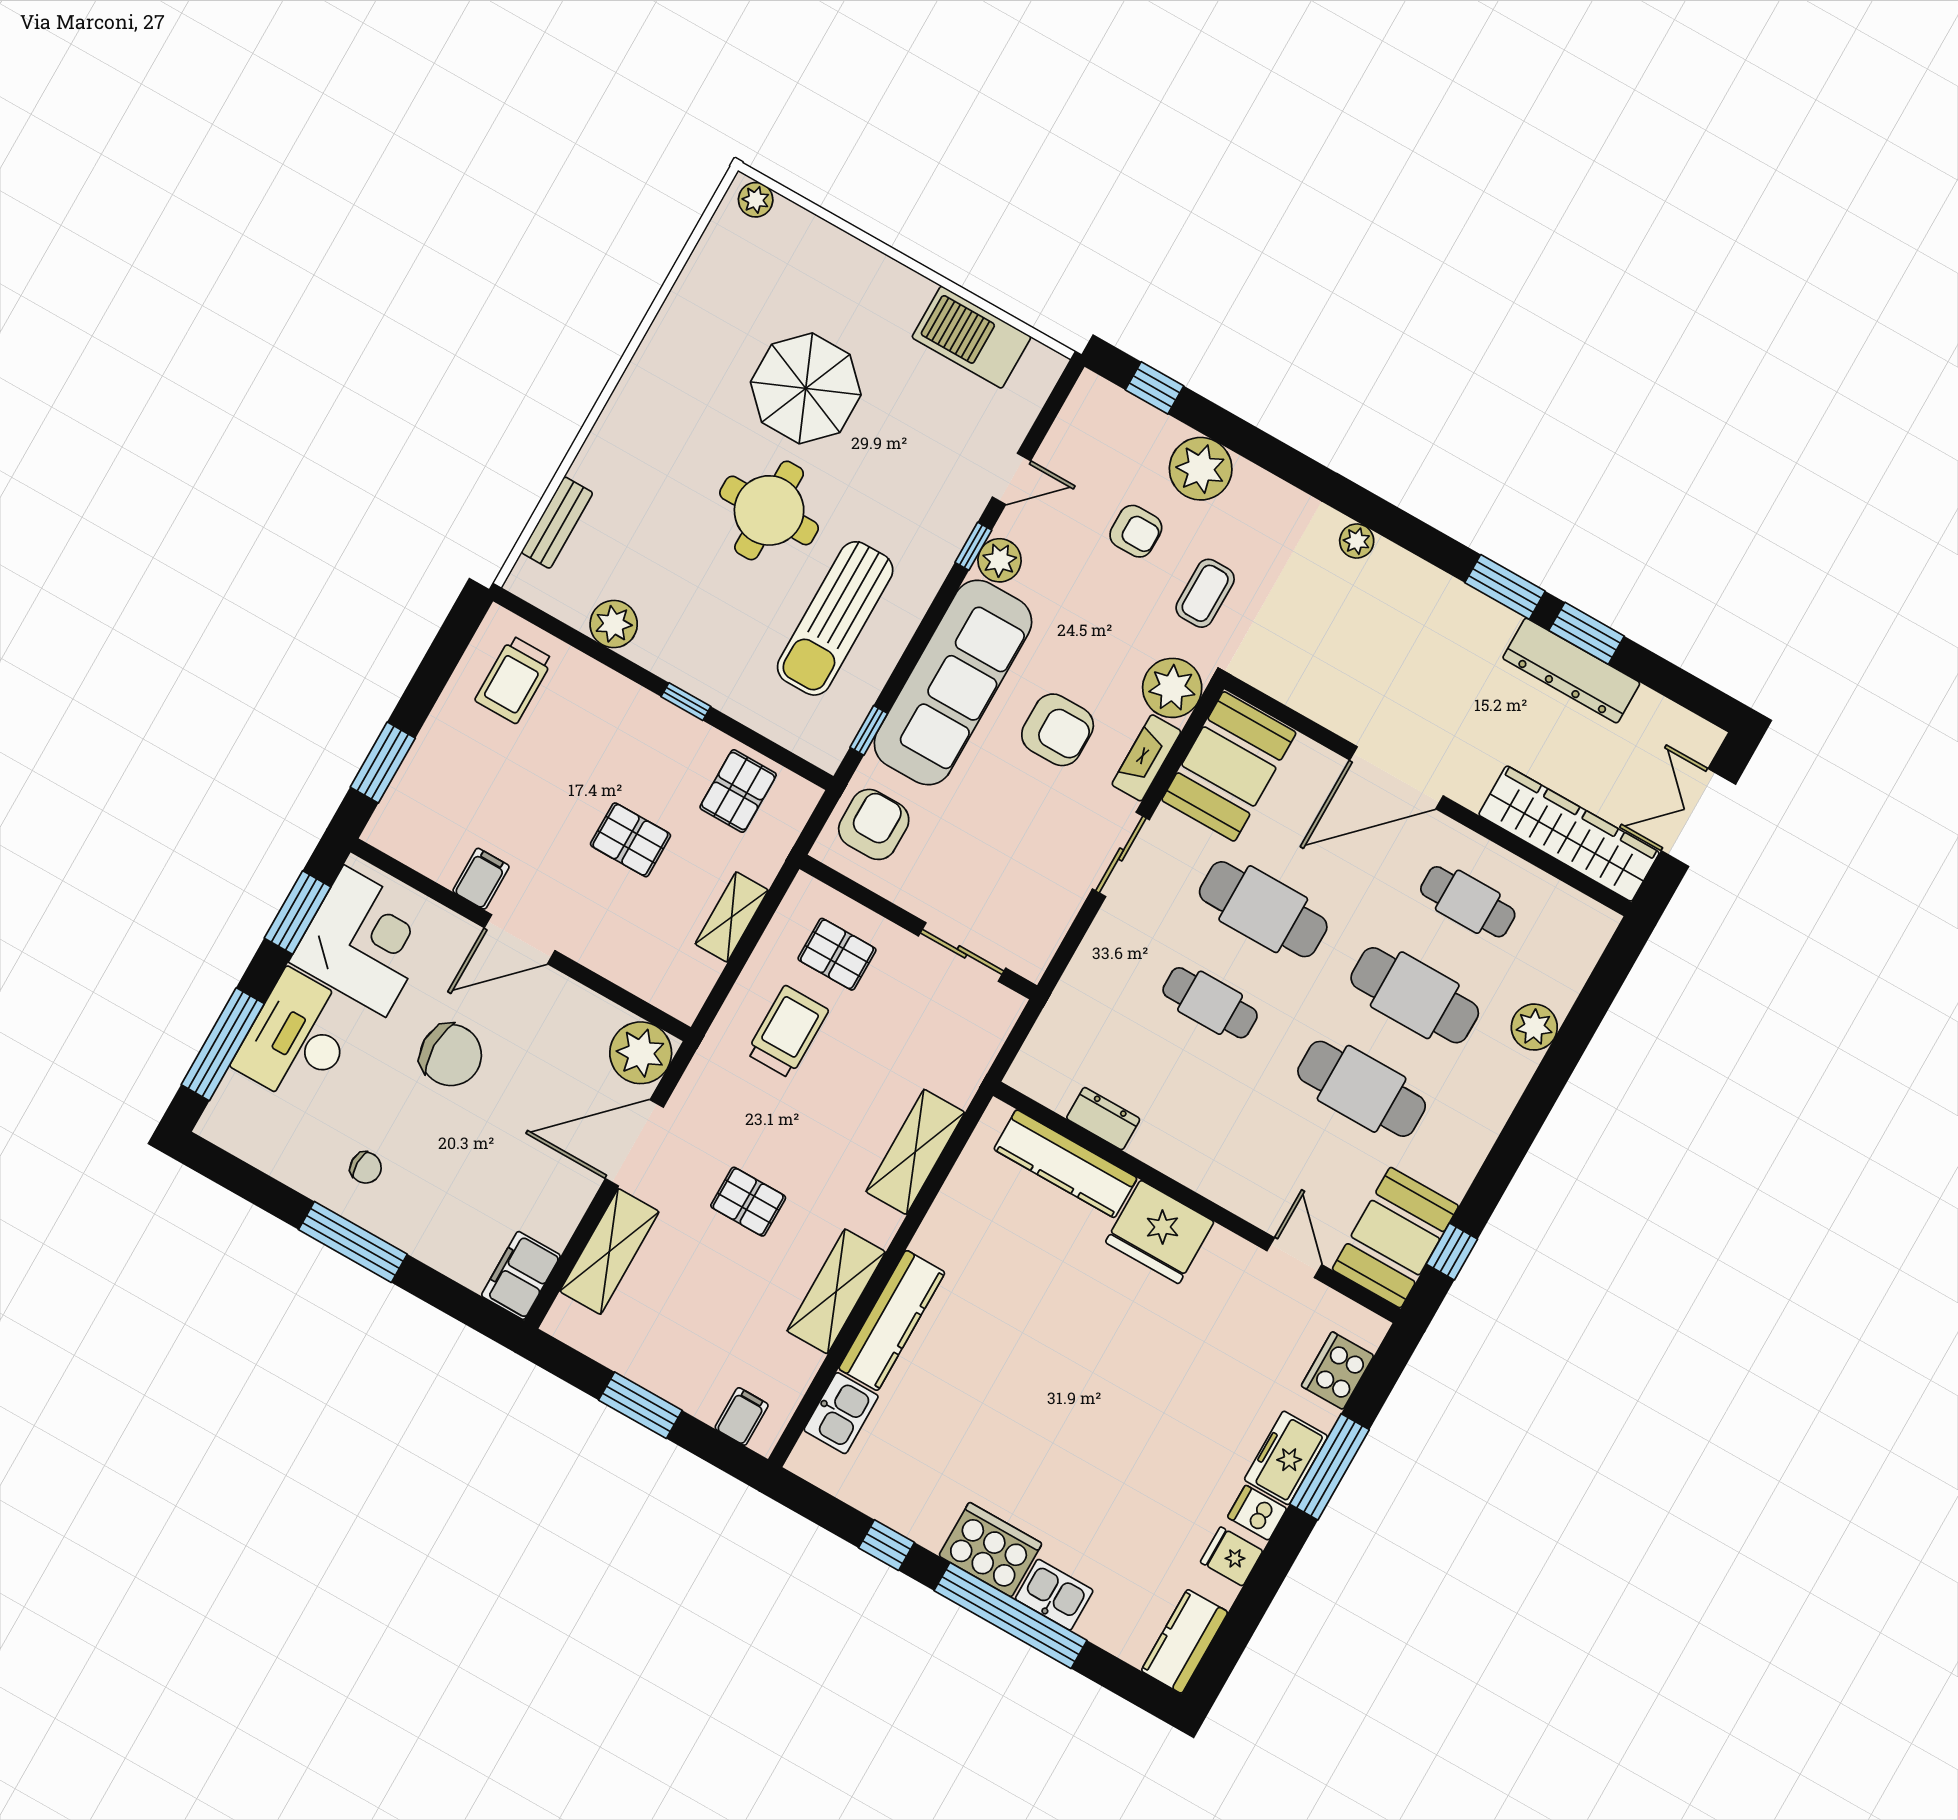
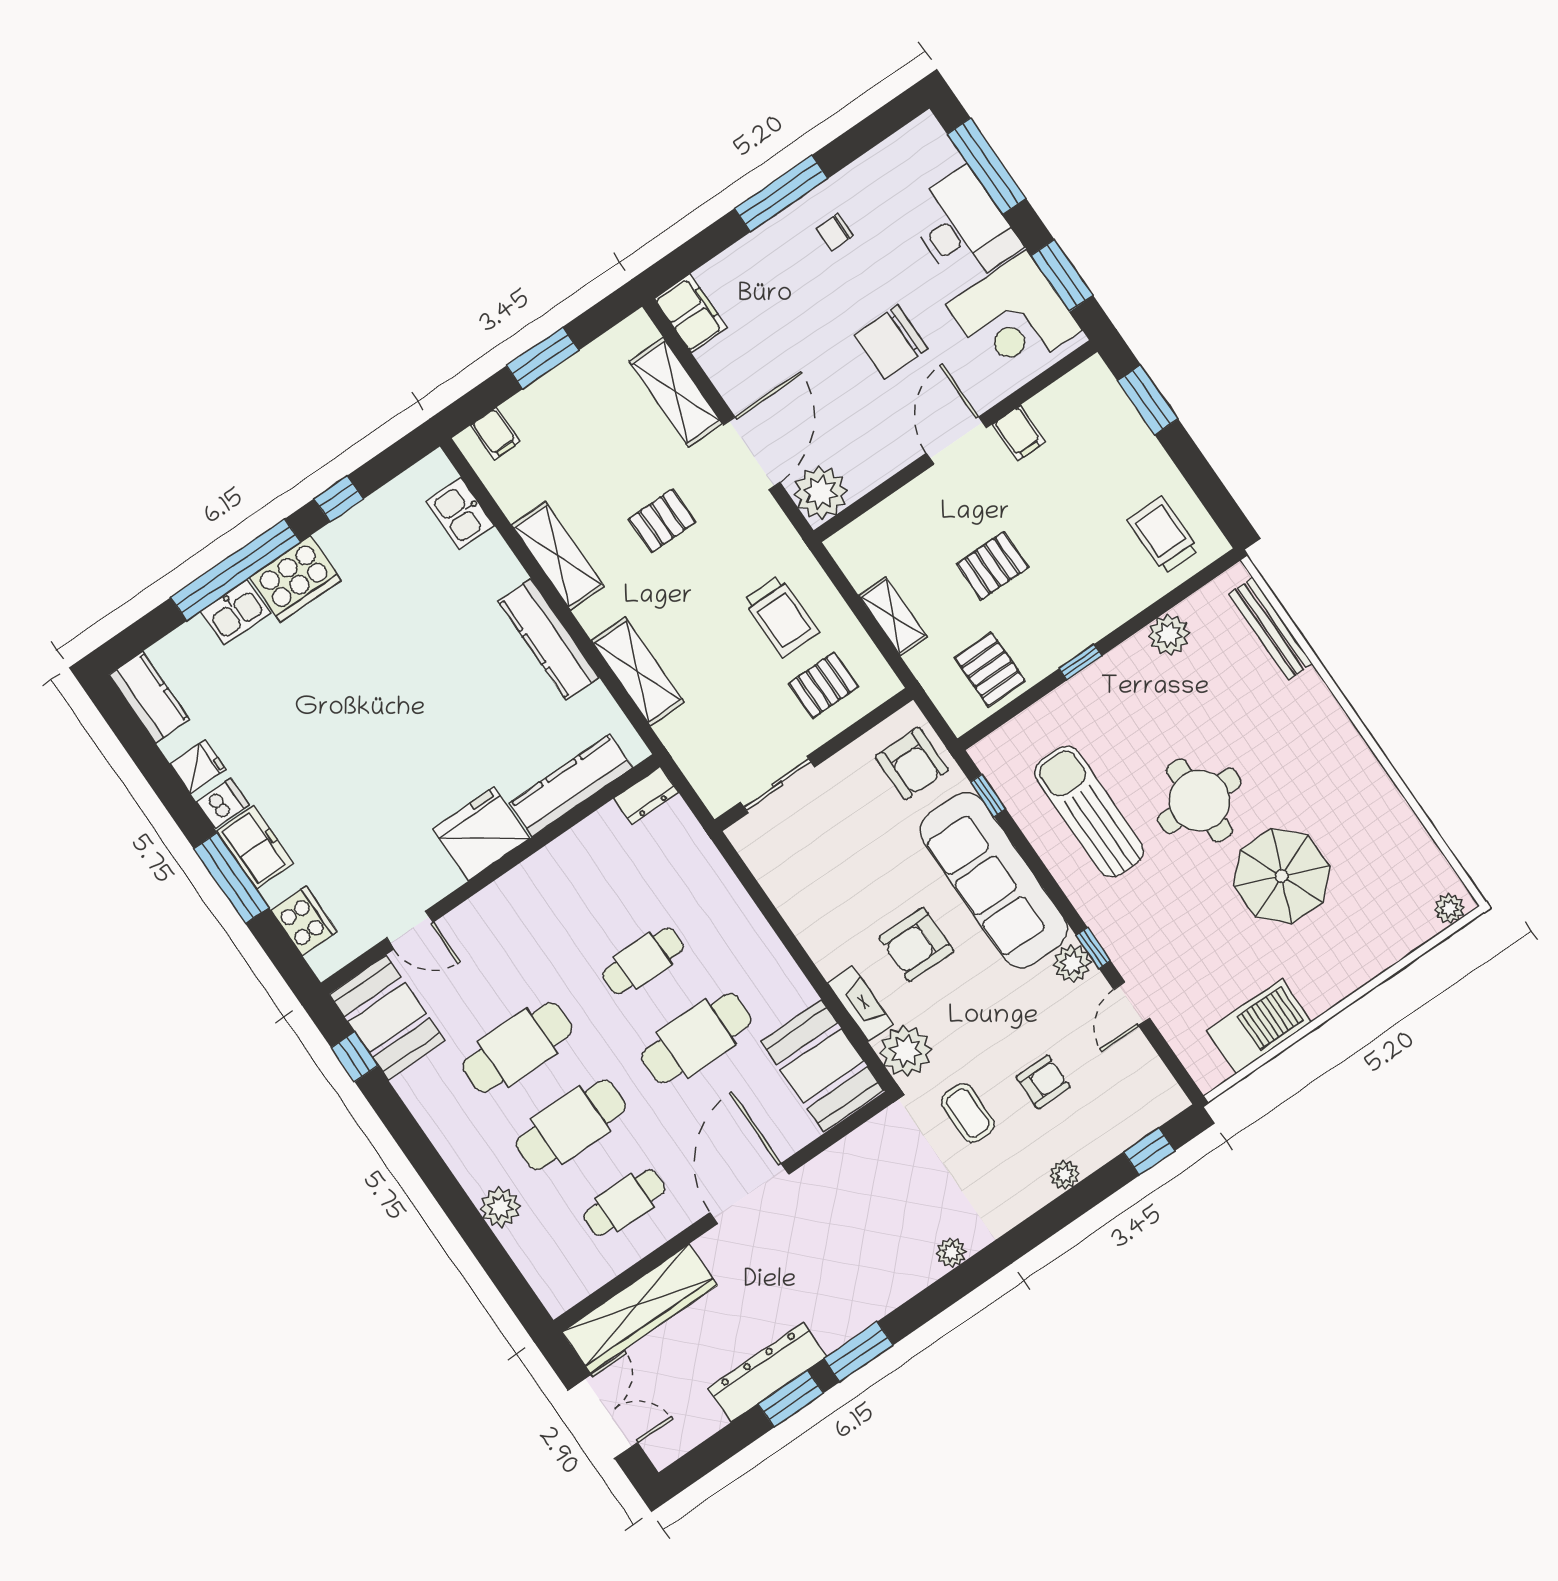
plant: (1201, 469) -> (1064, 1175), width x0.53, depth x0.53
bench: (557, 523) -> (1271, 629), width x1.36
armchair: (1136, 531) -> (1043, 1082), turned 180
sliding door: (1121, 854) -> (794, 947), removed
dresser: (1103, 1119) -> (646, 795), moved
kitchen counter: (892, 1321) -> (549, 639), moved

